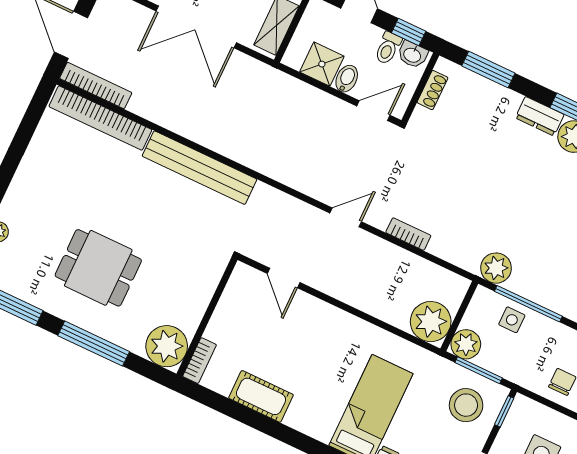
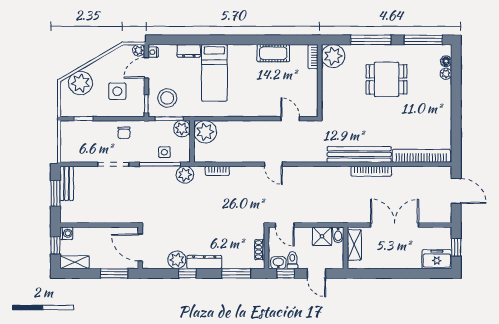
bidet: (347, 79) -> (338, 235), moved
bookcase: (96, 86) -> (371, 171), moved
door: (373, 111) -> (285, 225), hinge flipped
dresser: (540, 116) -> (204, 262), width x1.44
door: (346, 217) -> (273, 164), hinge flipped
bookcase: (408, 234) -> (217, 171), moved

